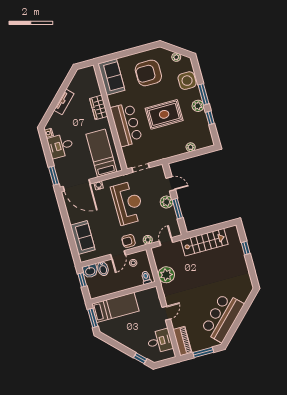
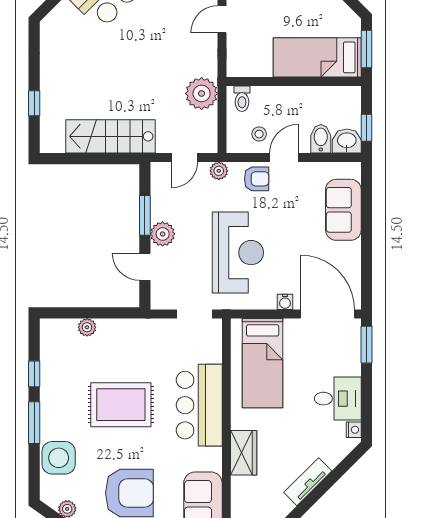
plant: (198, 106) -> (51, 403), removed
reception desk: (128, 203) -> (238, 253), turned 180

